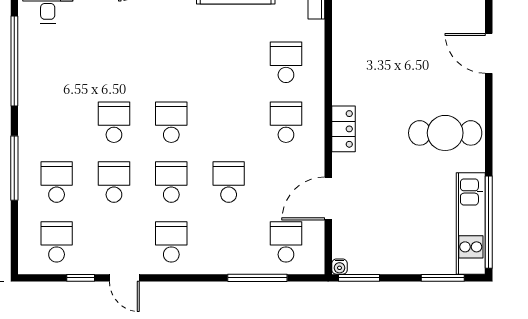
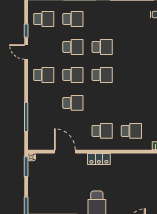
school desk: (286, 242) -> (44, 131), removed
door: (124, 278) -> (26, 52), hinge flipped

